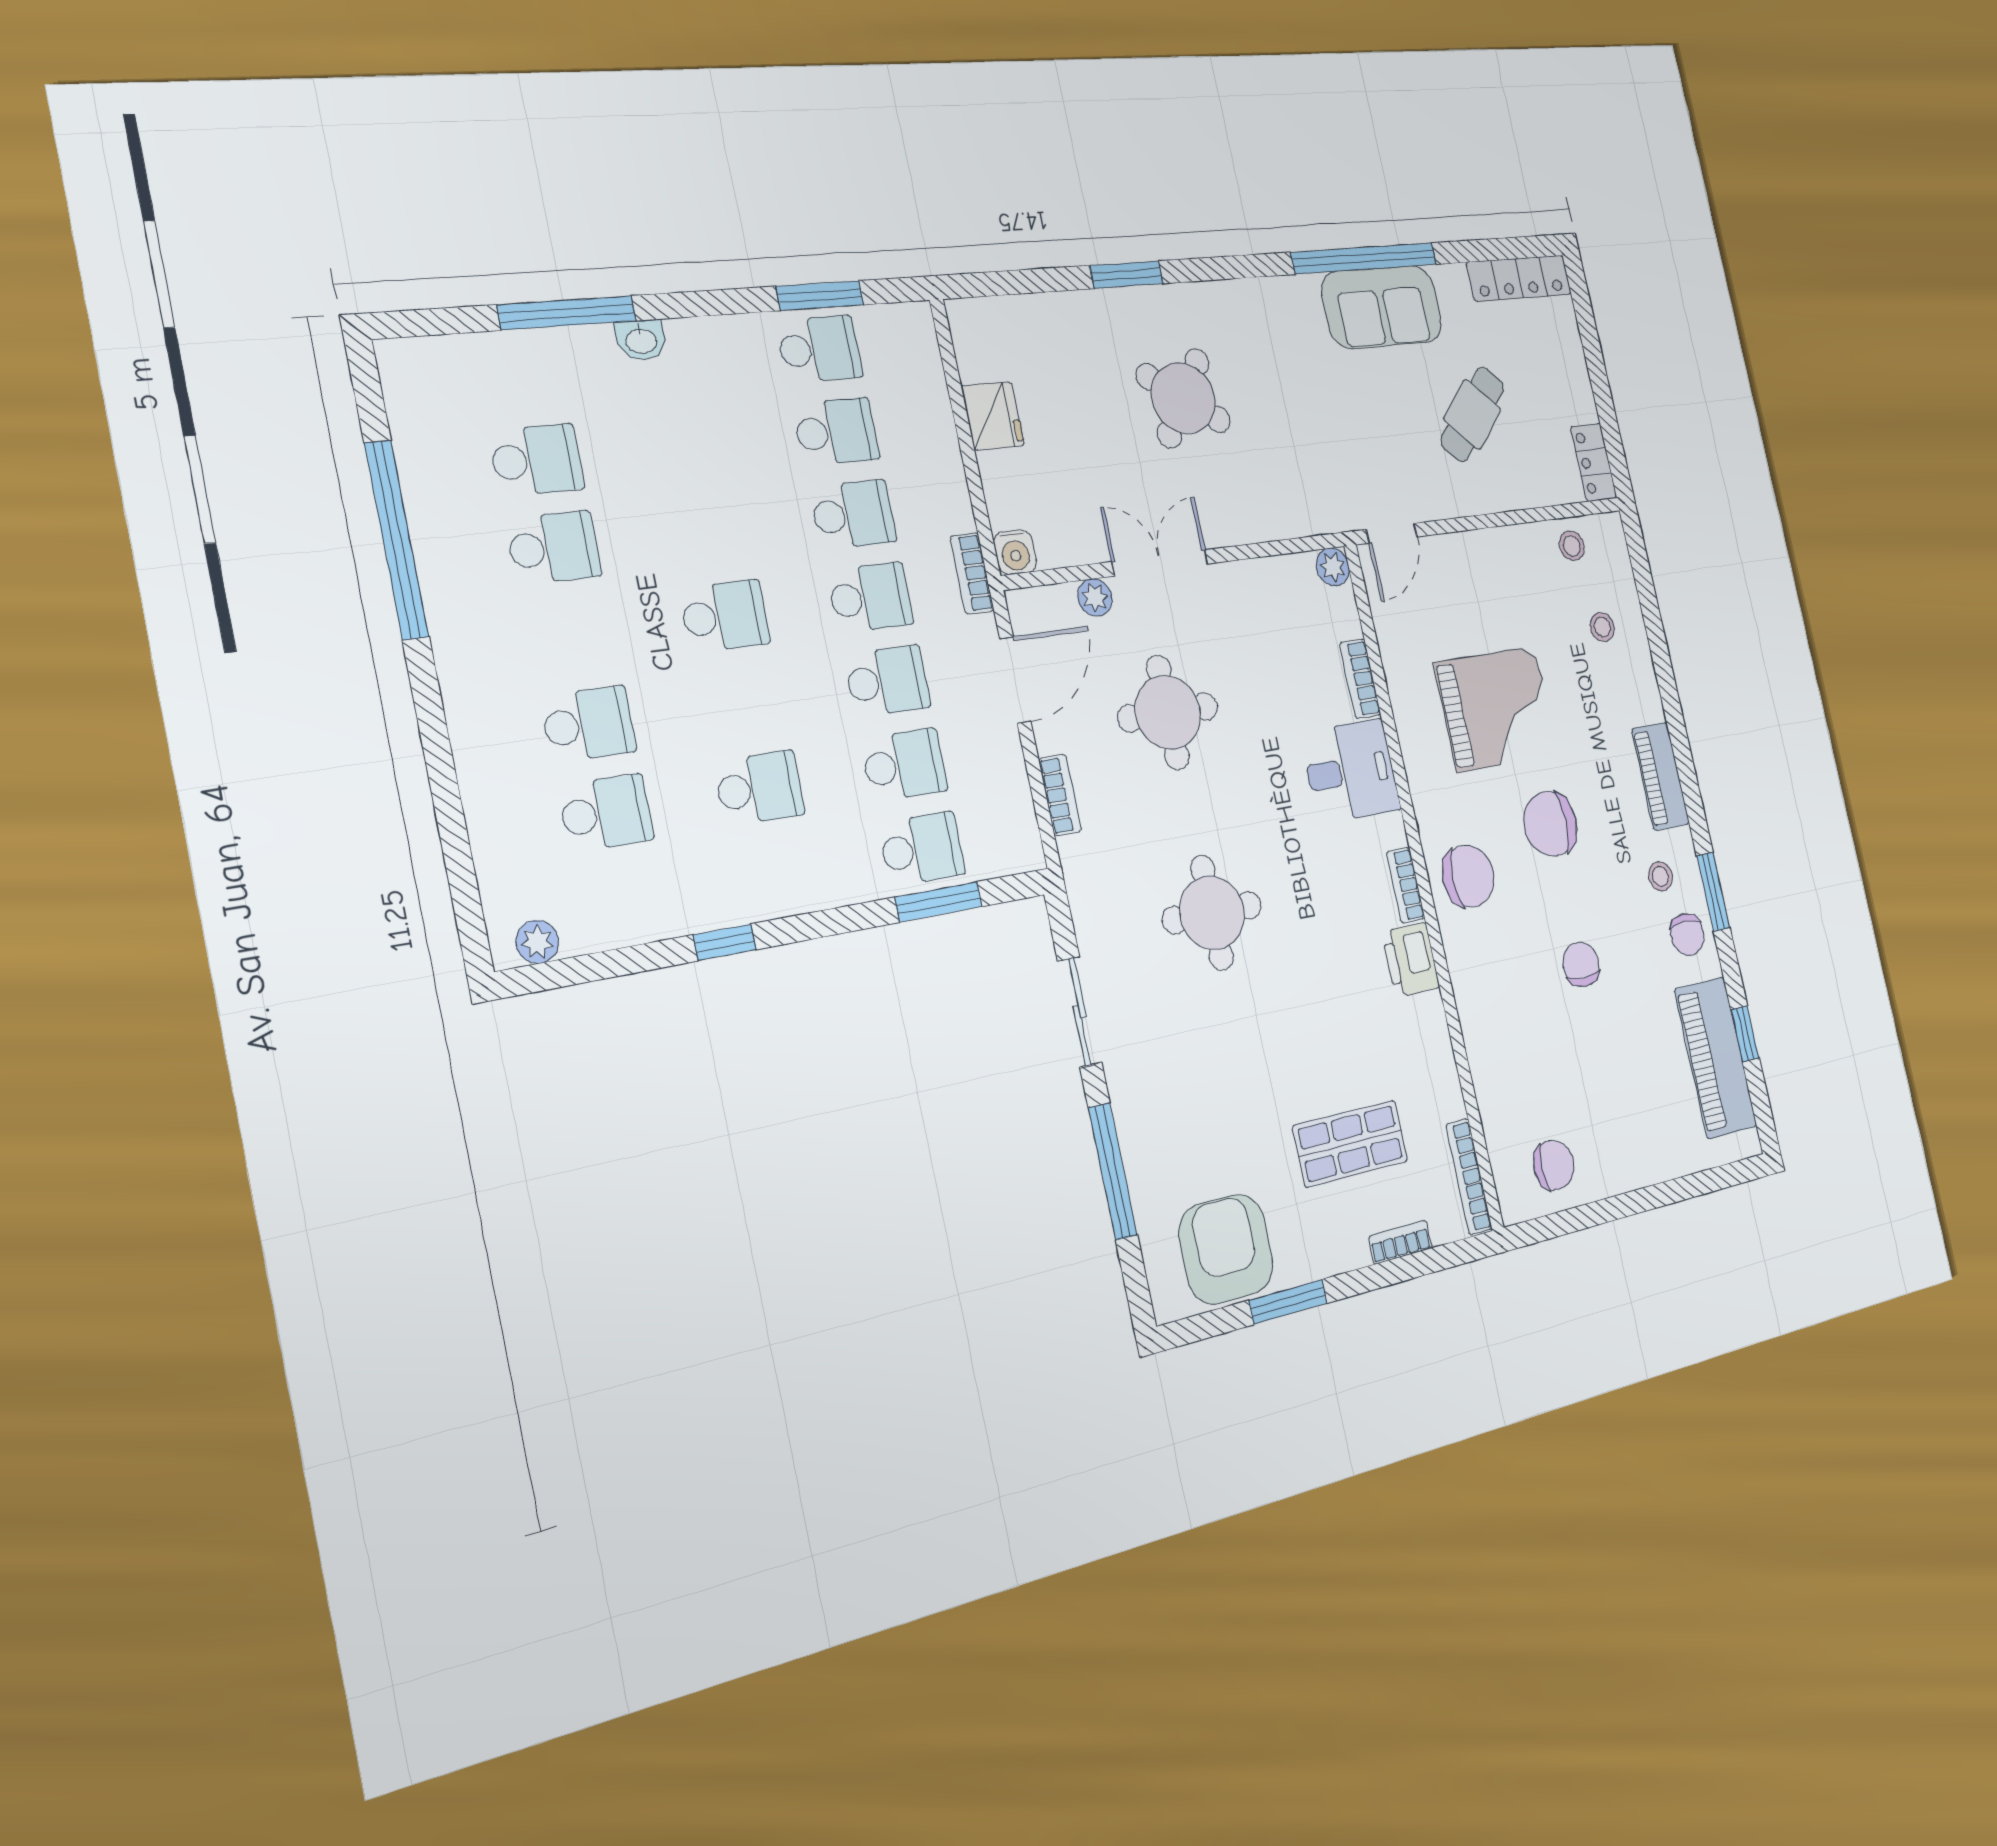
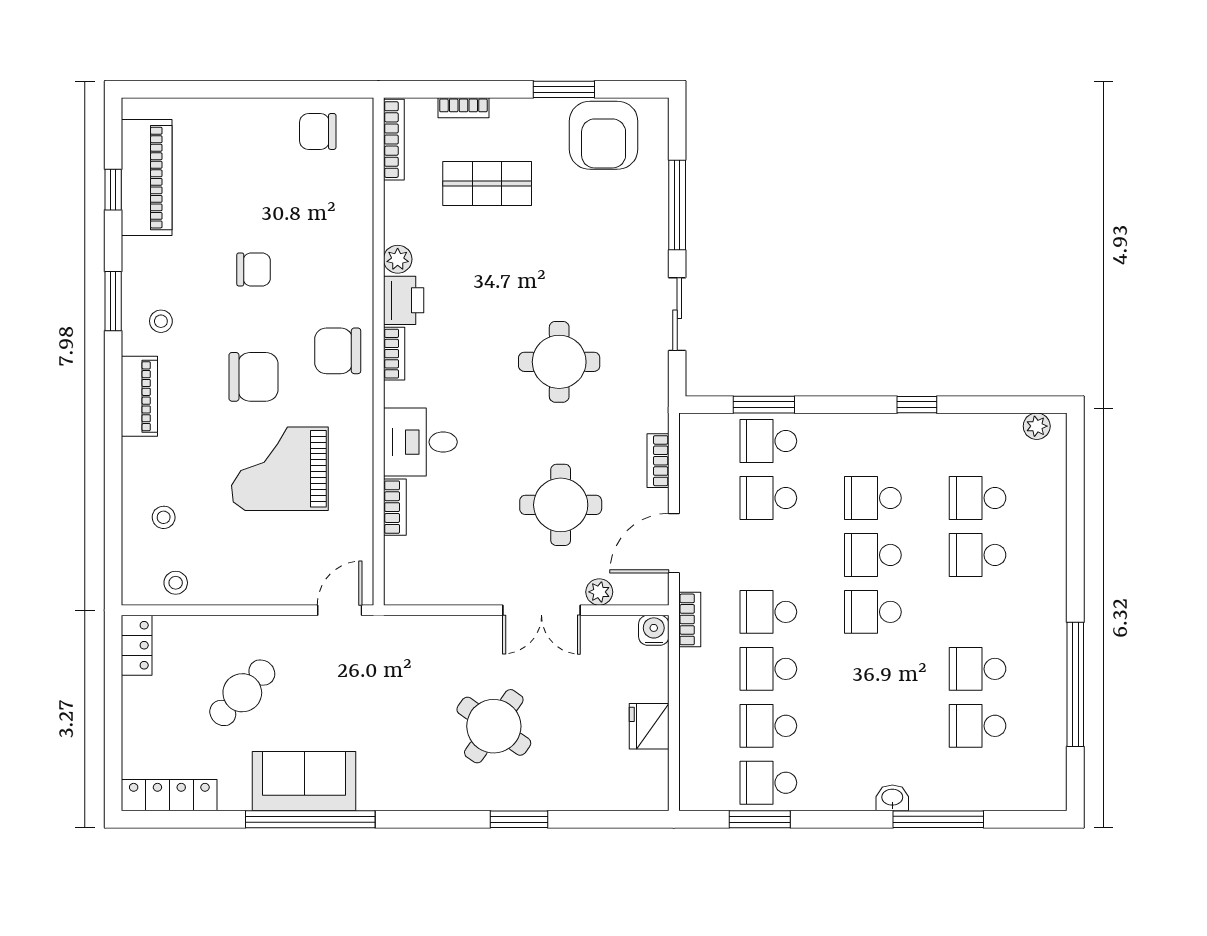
plant: (1333, 567) -> (398, 259), moved
school desk: (887, 681) -> (873, 555), moved
chair: (1687, 934) -> (148, 274), removed
chair: (1581, 964) -> (254, 269), turned -90

